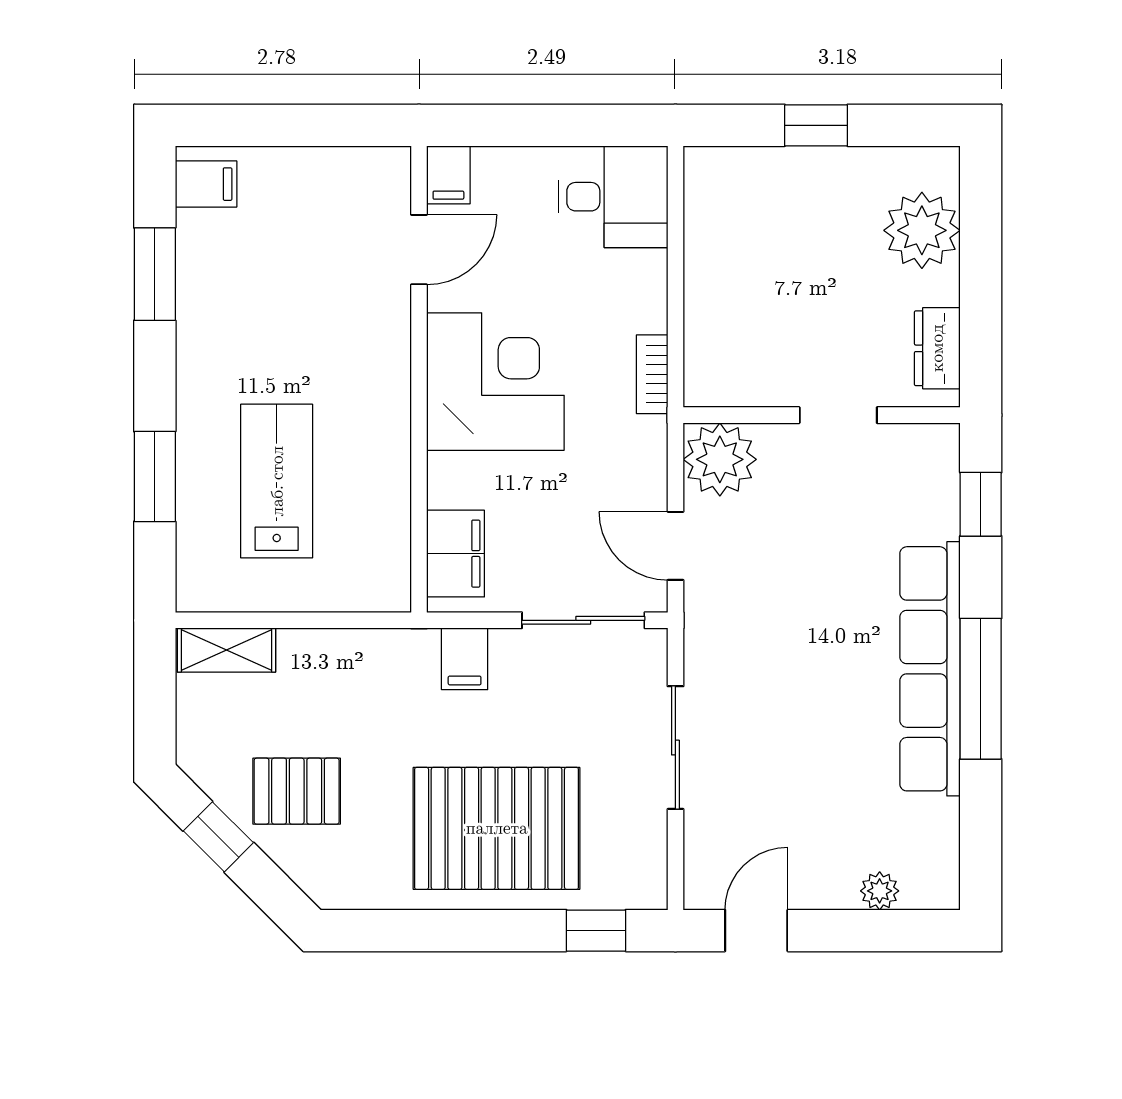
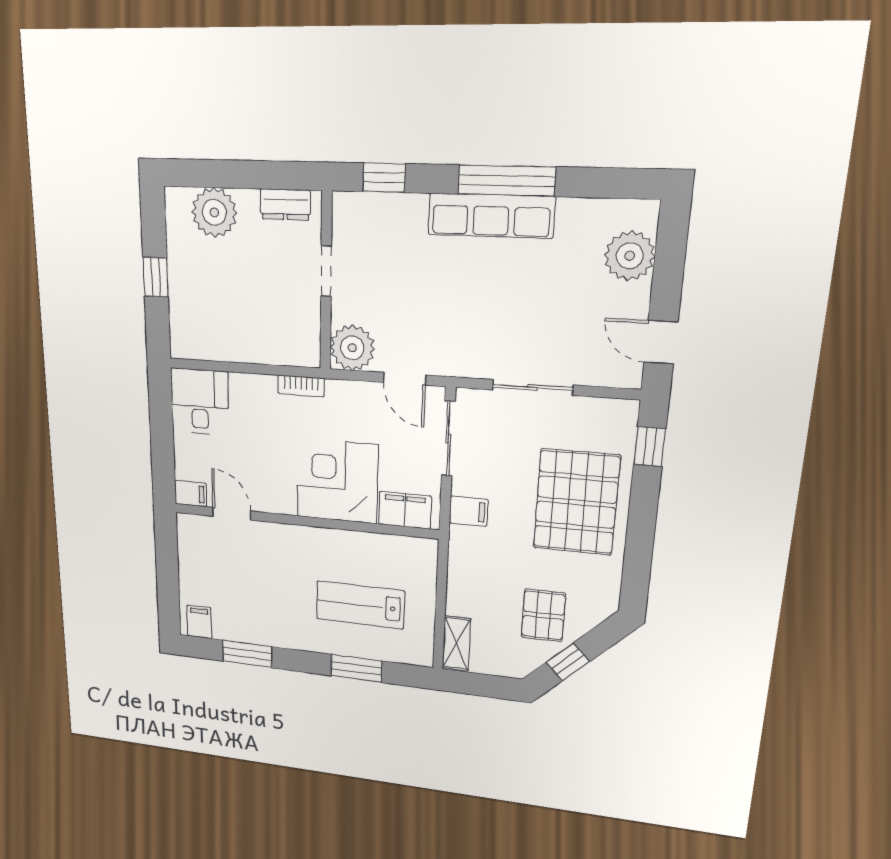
corner desk: (495, 382) -> (337, 481), moved
door: (675, 546) -> (405, 379), hinge flipped
row of seats: (930, 669) -> (491, 216), width x0.73
plant: (880, 891) -> (630, 256), width x1.87, depth x1.87

